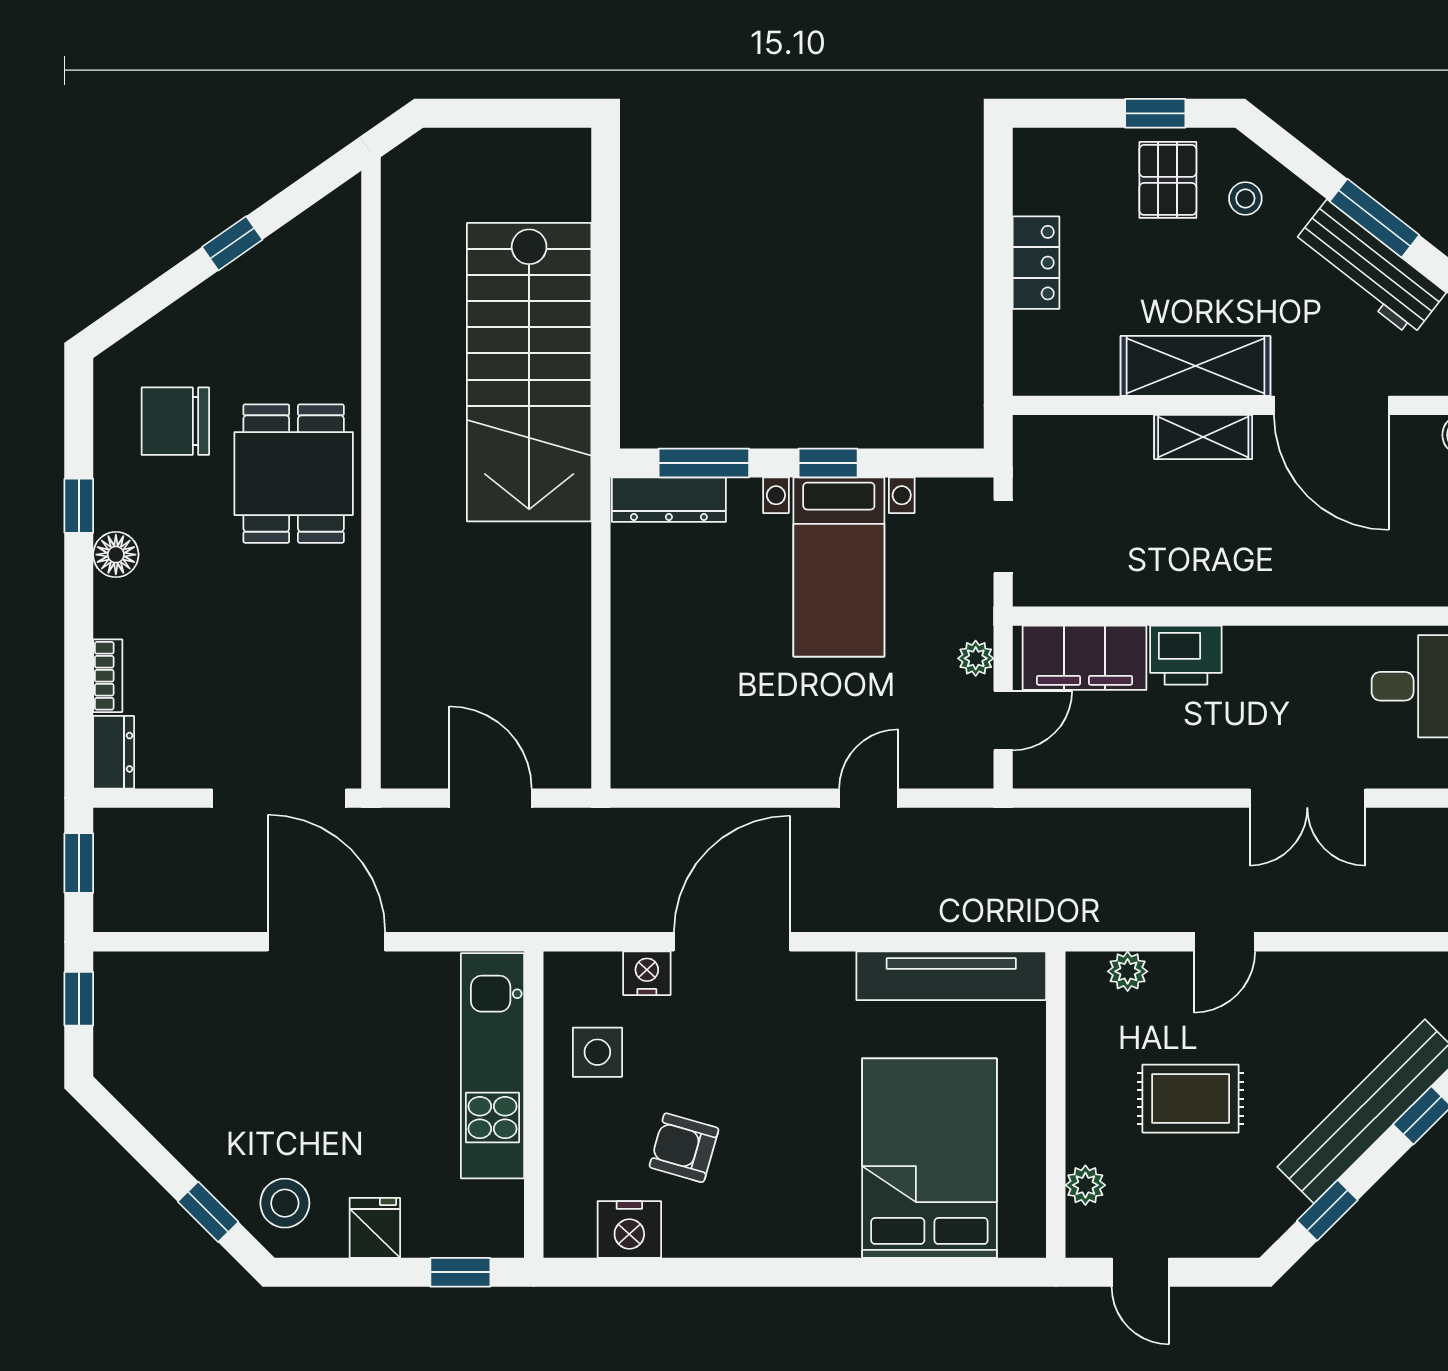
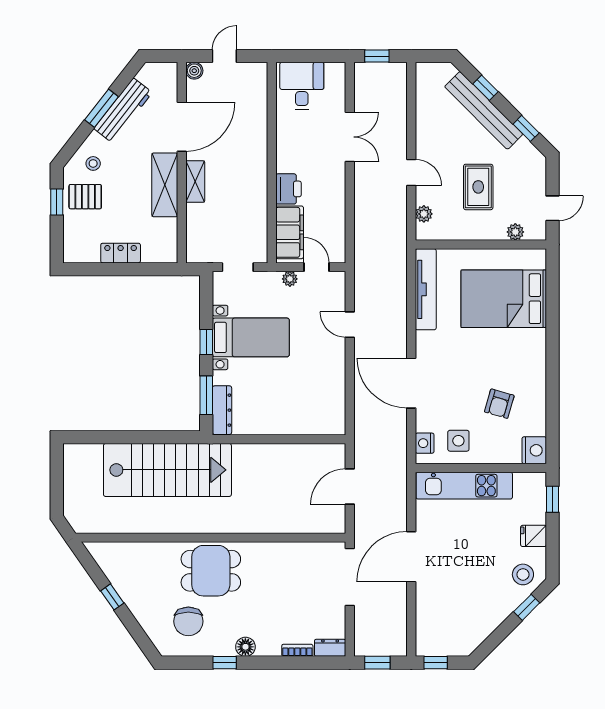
nightstand: (647, 973) -> (425, 443), moved
nightstand: (629, 1229) -> (534, 450), moved

